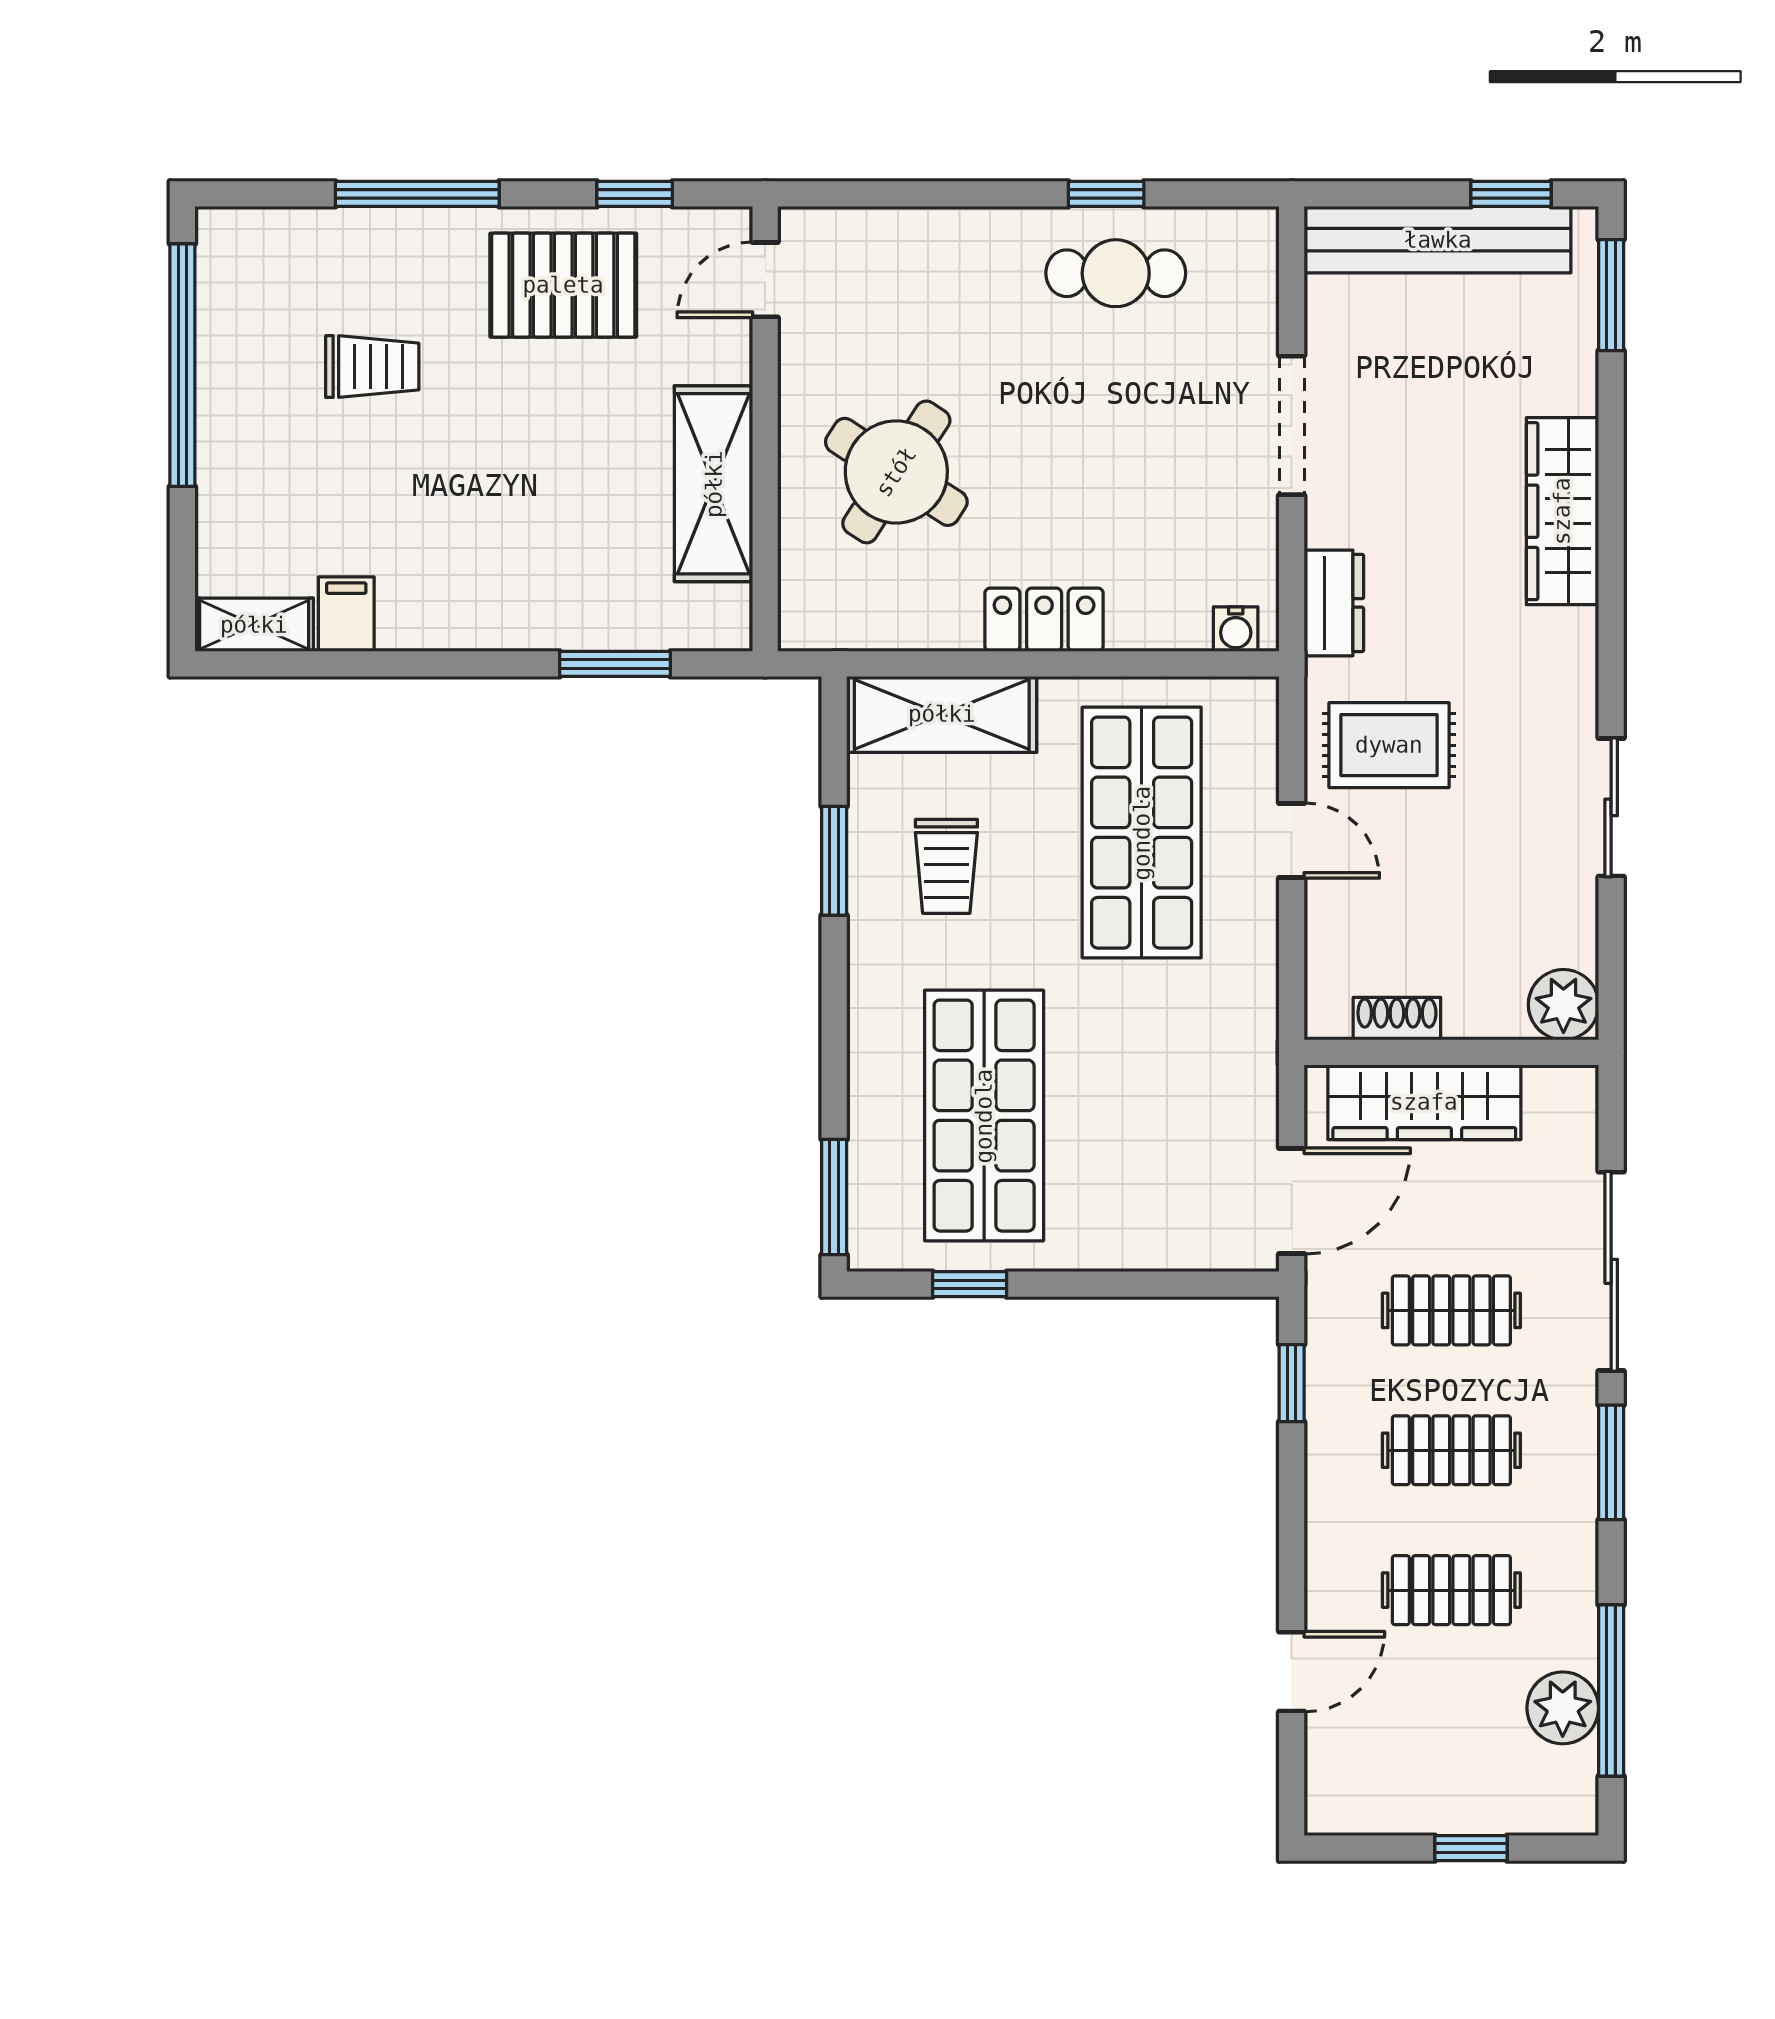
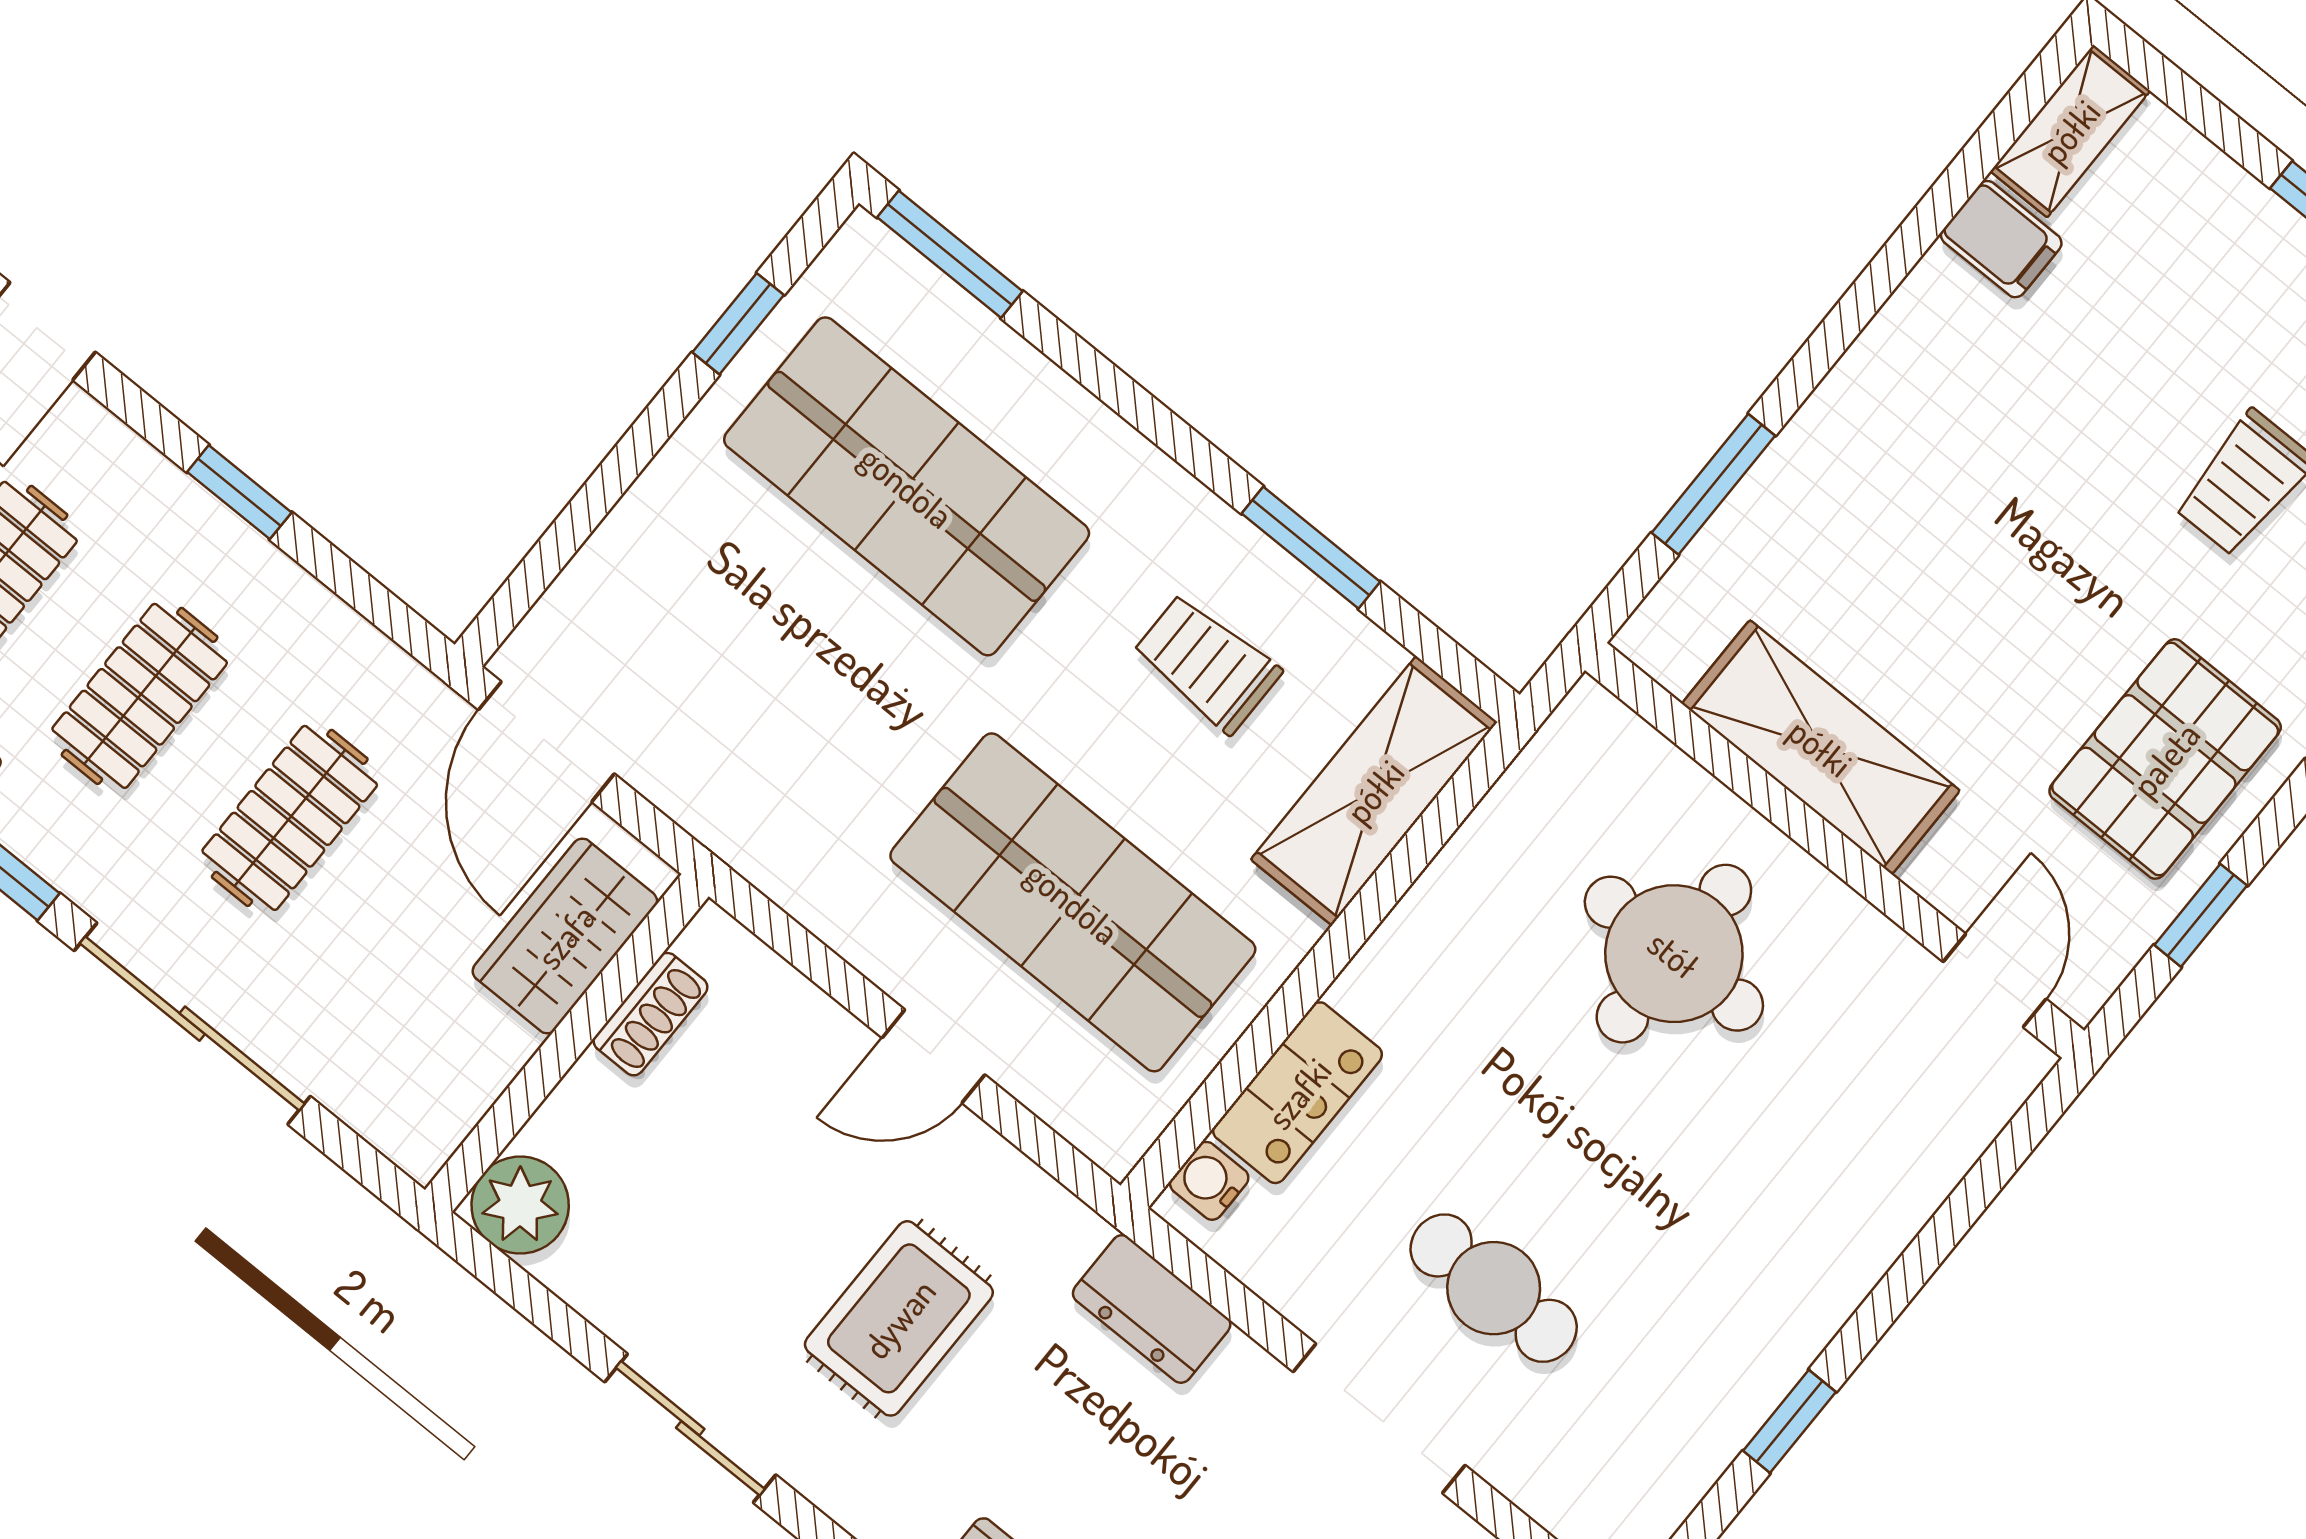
cafe table: (1116, 273) -> (1494, 1288), moved, turned 90
round table: (896, 472) -> (1674, 954), turned -33
locker: (1044, 620) -> (1298, 1093), moved
rug: (1389, 745) -> (899, 1318), moved
wardrobe: (1424, 1102) -> (565, 936), width x0.67
window: (1292, 1383) -> (239, 492), moved

